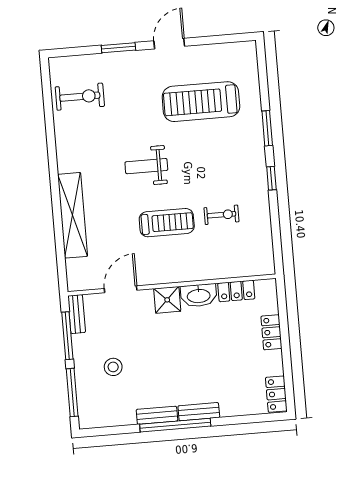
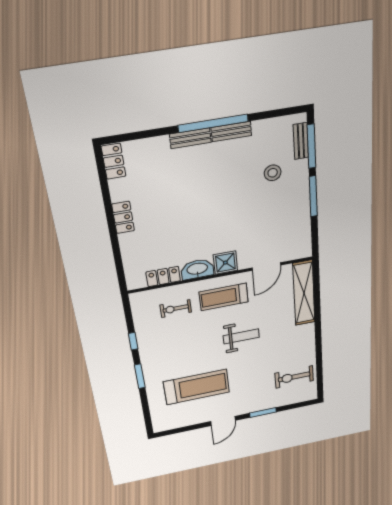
wall: (172, 285) -> (221, 275), moved
door: (121, 289) -> (266, 266), moved
locker: (236, 291) -> (163, 277), moved
washbasin: (199, 295) -> (197, 269), moved
shower: (167, 300) -> (225, 263), moved
bench: (77, 314) -> (301, 141), moved

